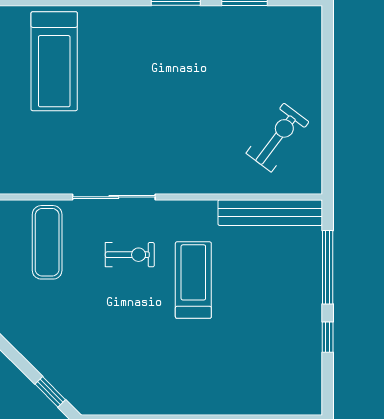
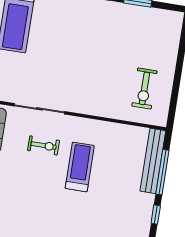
exercise bike: (277, 138) -> (144, 88), turned 143
bench: (270, 213) -> (153, 161), moved, turned 90

